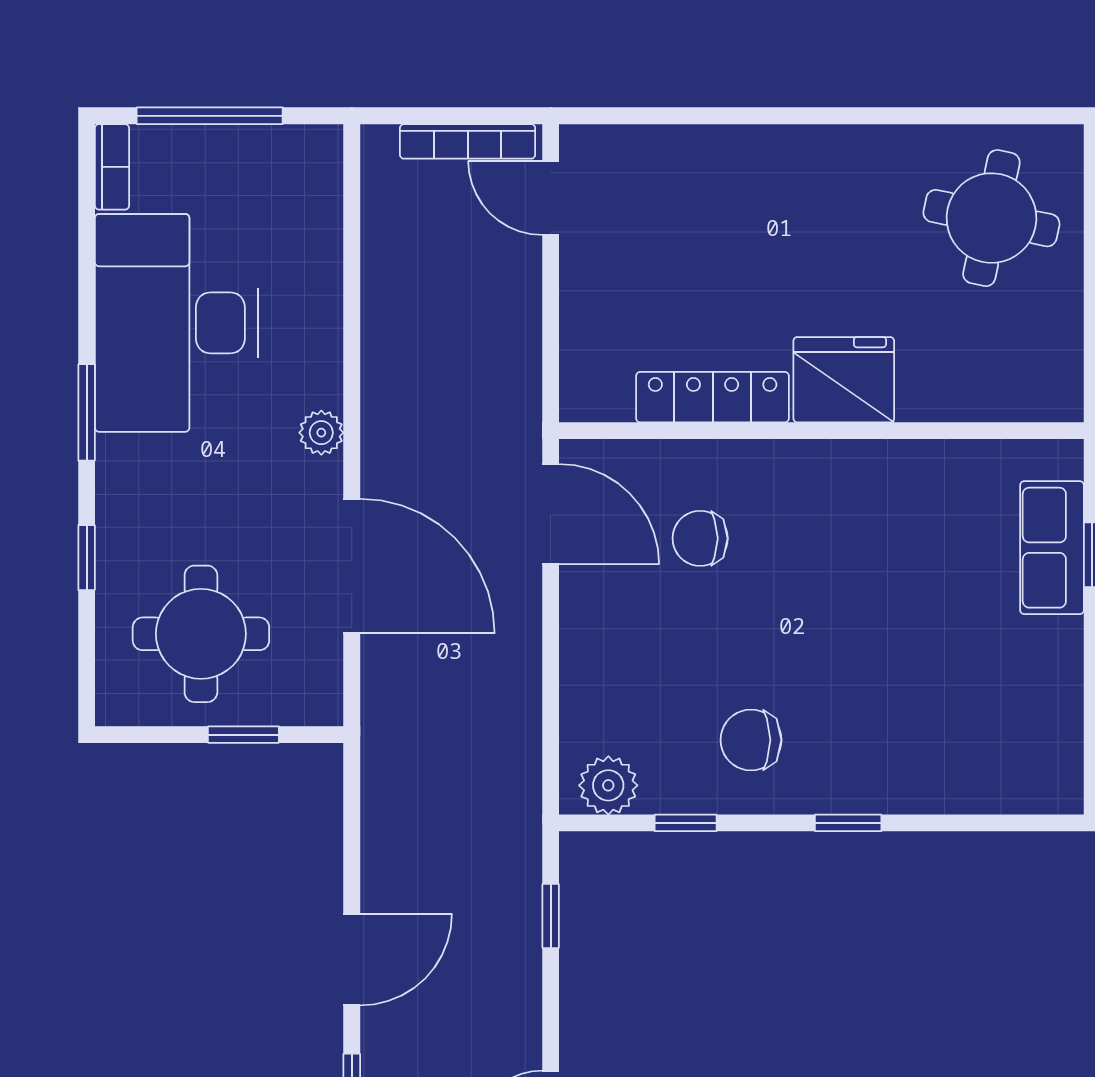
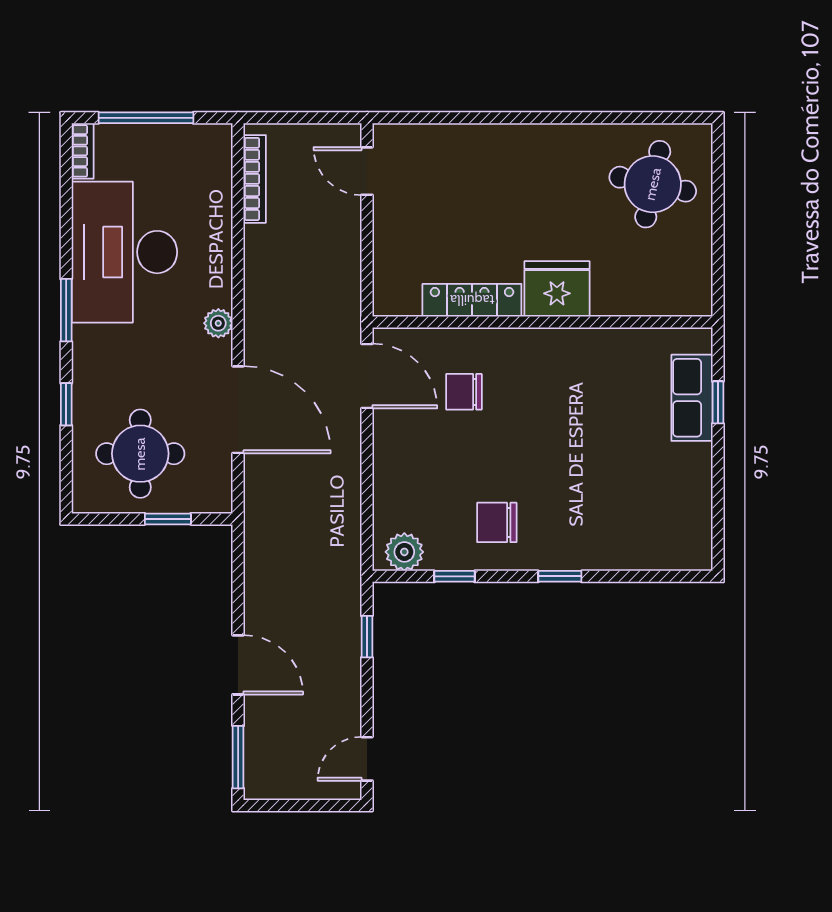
bookcase: (468, 141) -> (255, 179), moved, turned -90
door: (352, 960) -> (238, 665), hinge flipped

